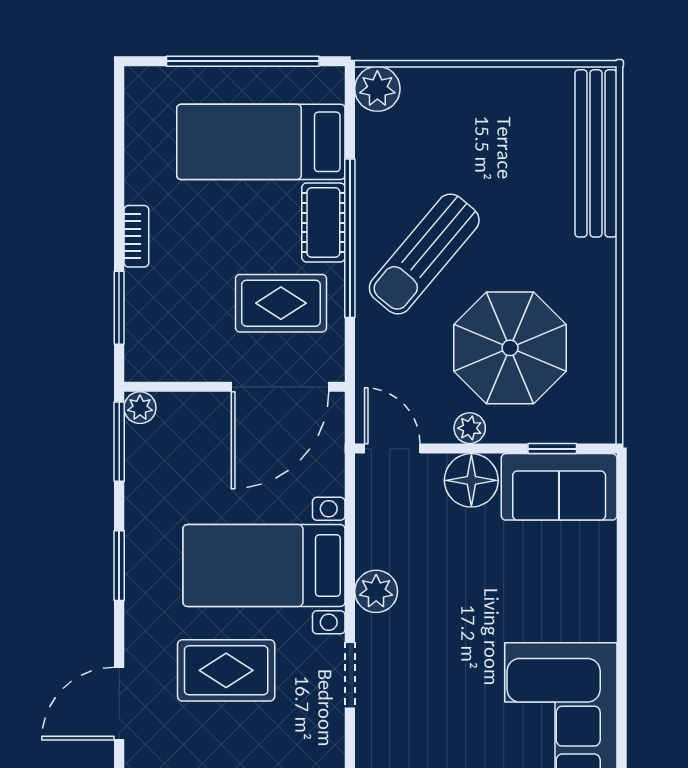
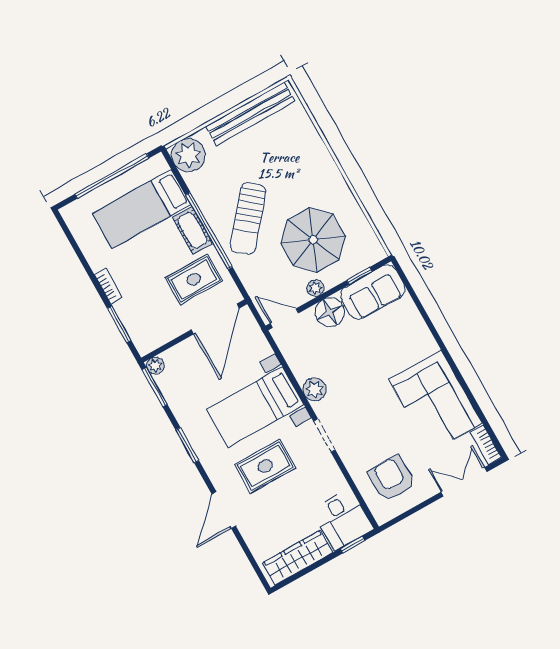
plant: (377, 89) -> (188, 155), width x1.36, depth x1.36
bench: (596, 153) -> (250, 114), moved, turned 90

